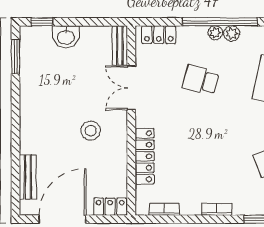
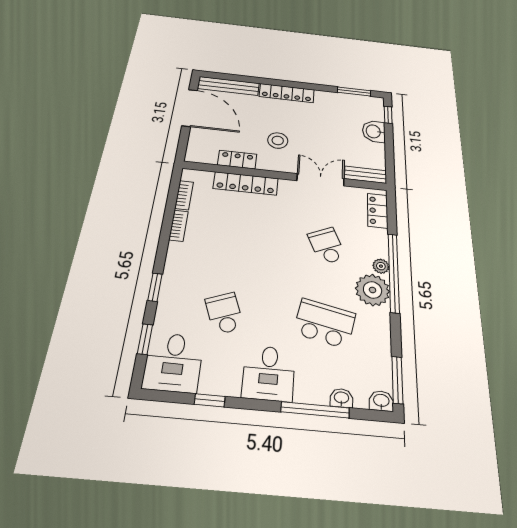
plant: (232, 33) -> (373, 290), width x1.88, depth x1.88
school desk: (201, 80) -> (327, 246), turned -39
locker: (28, 126) -> (287, 93), added
bench: (28, 177) -> (228, 86), width x1.36
locker: (110, 207) -> (237, 160), moved, turned -90
bookcase: (217, 209) -> (179, 226), moved

